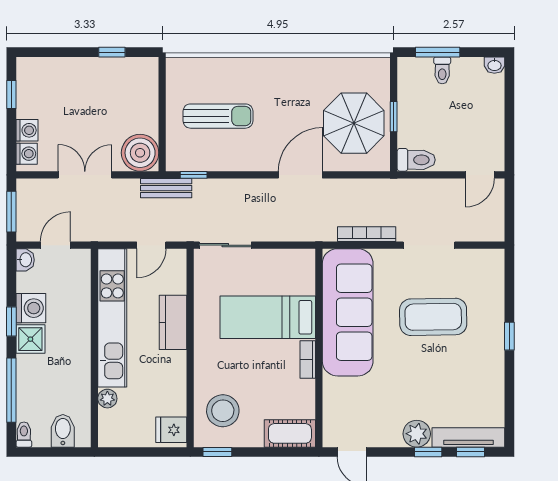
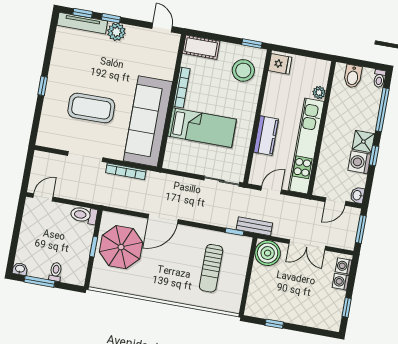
window: (438, 52) -> (40, 281), moved
sun lounger: (218, 116) -> (211, 268), turned -90
bookcase: (308, 359) -> (182, 87), width x1.56

